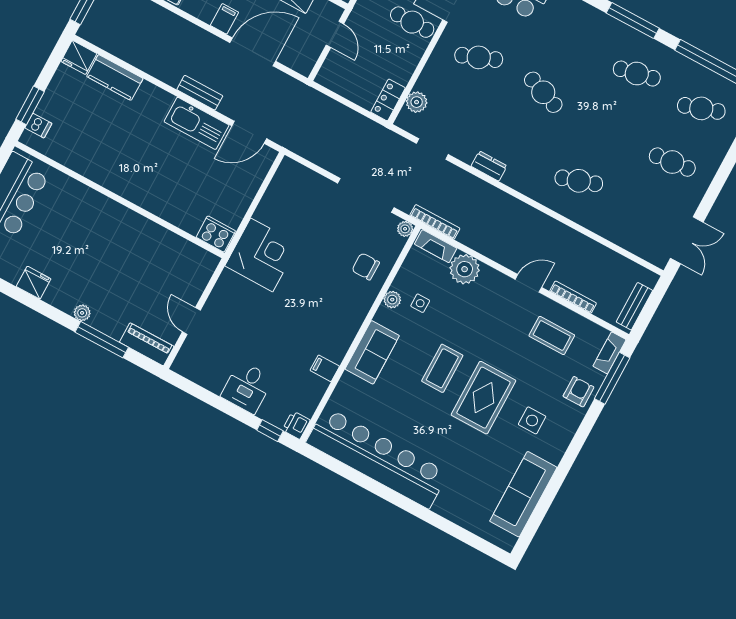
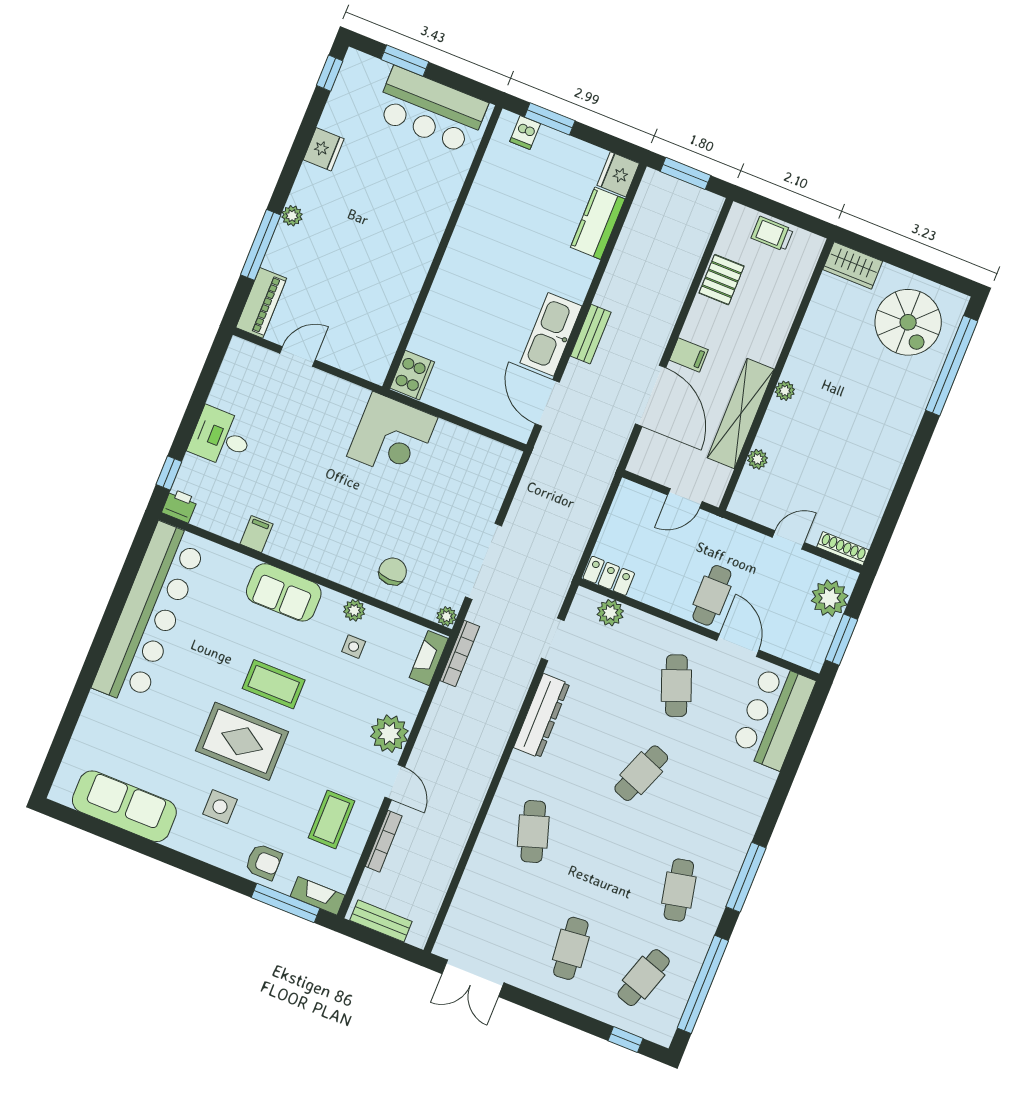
cafe table: (701, 108) -> (644, 978), turned 36
dresser: (489, 166) -> (542, 716), width x1.96, depth x1.24
plant: (465, 269) -> (389, 734), moved

